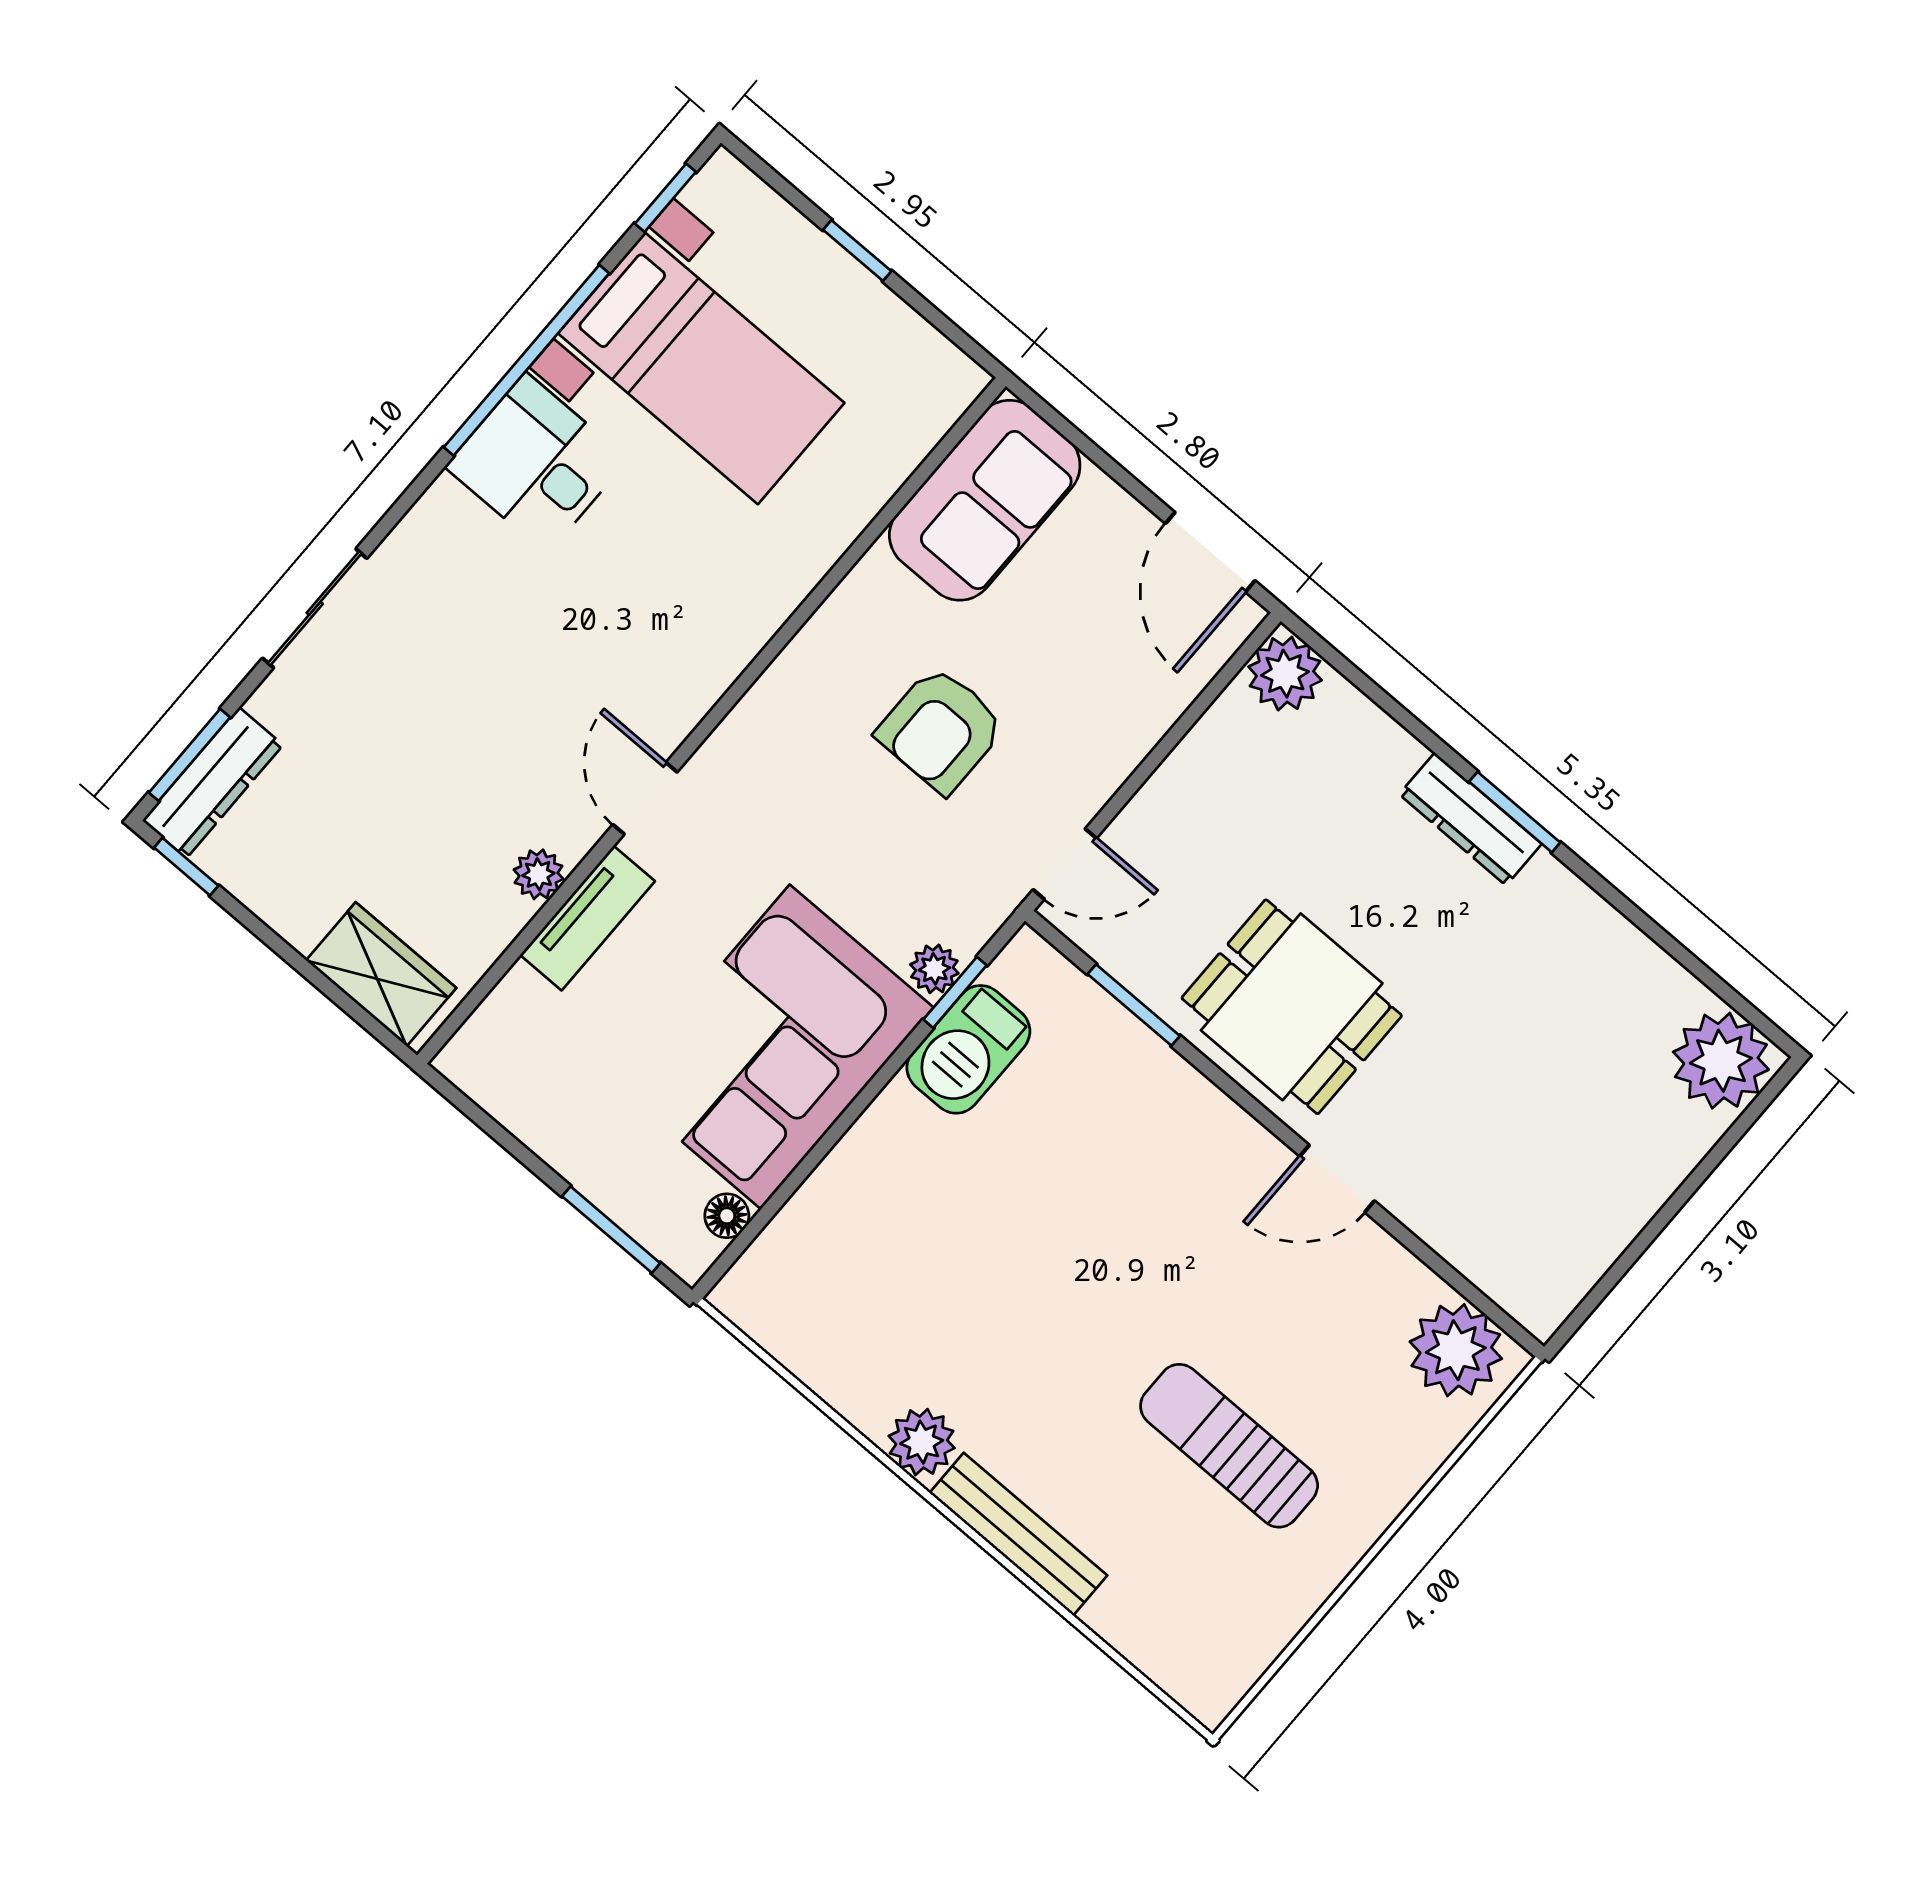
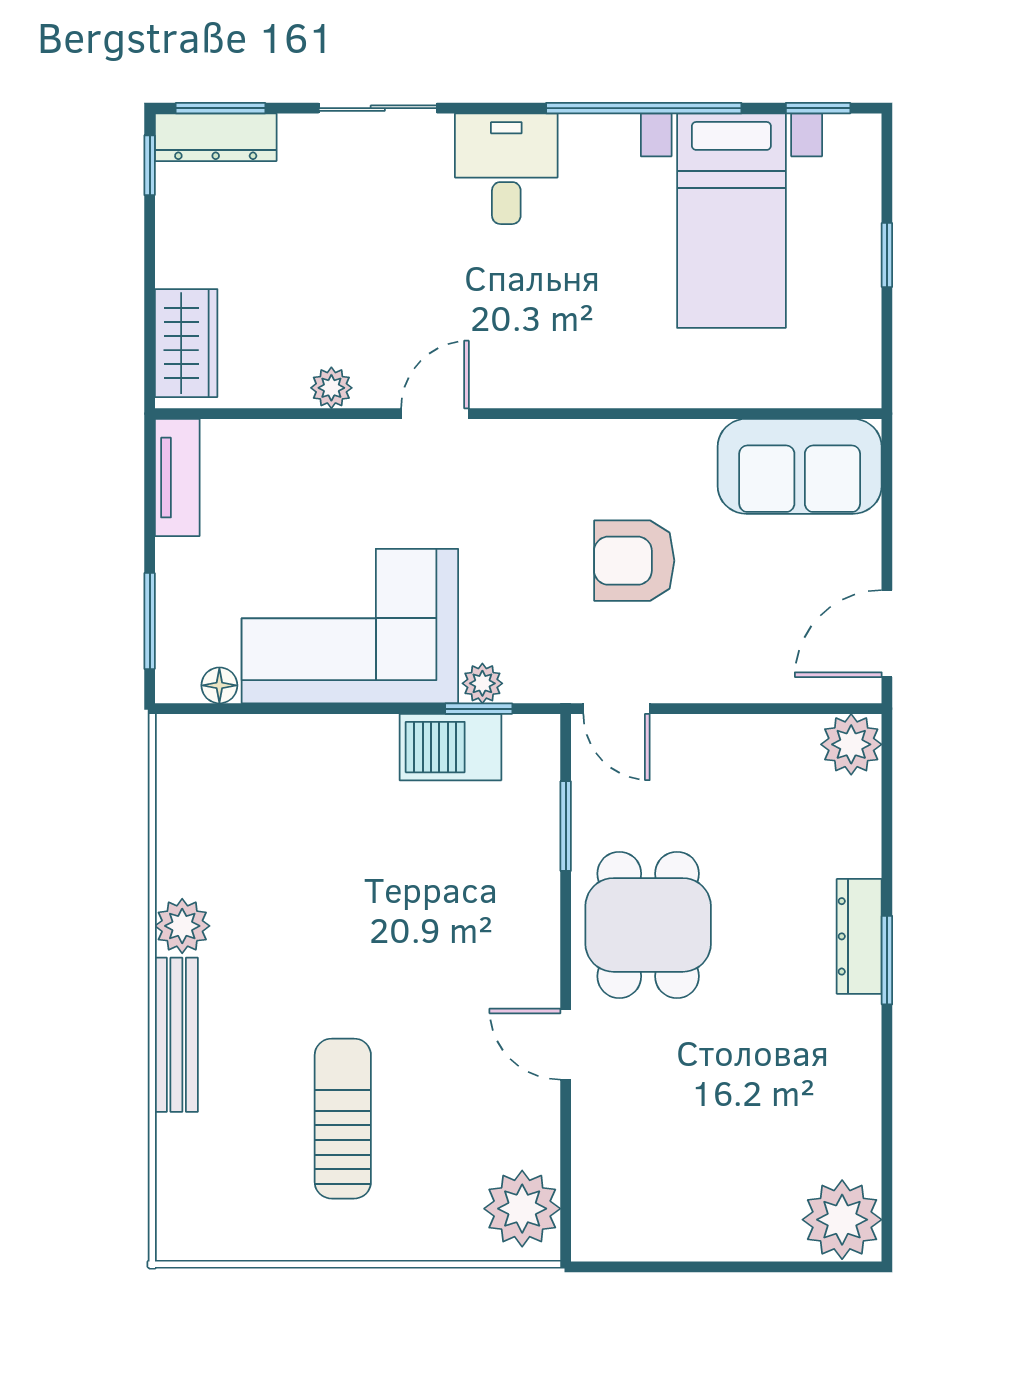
desk: (536, 463) -> (506, 169), moved
tv unit: (587, 918) -> (177, 478), moved, turned -90

